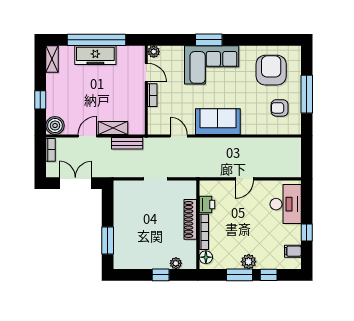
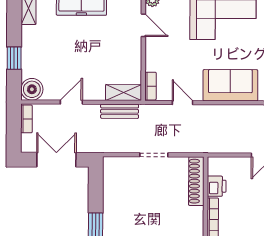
bookcase: (152, 95) -> (150, 86), moved
shelving: (113, 128) -> (123, 93), moved
shoe rack: (190, 219) -> (196, 181), moved

